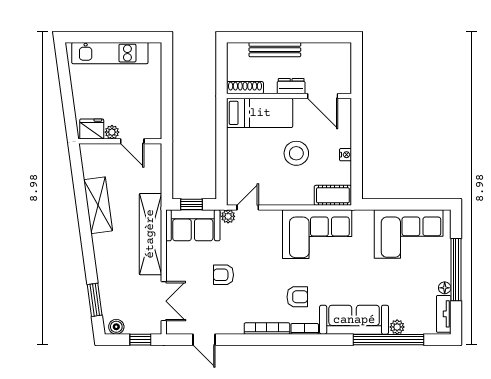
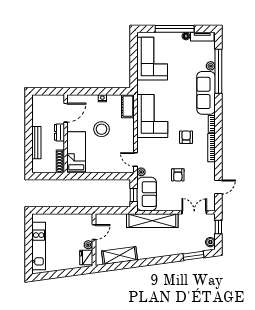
shelving: (98, 205) -> (120, 255), moved
armchair: (297, 297) -> (186, 137), moved

